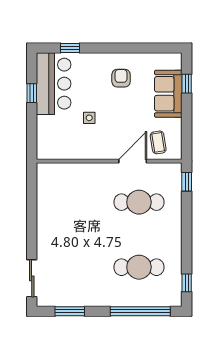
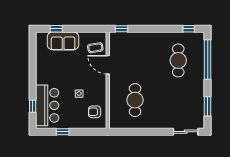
armchair: (121, 78) -> (95, 112), moved
bar counter: (54, 84) -> (47, 105), moved, turned 90
cafe table: (139, 202) -> (135, 100), moved

